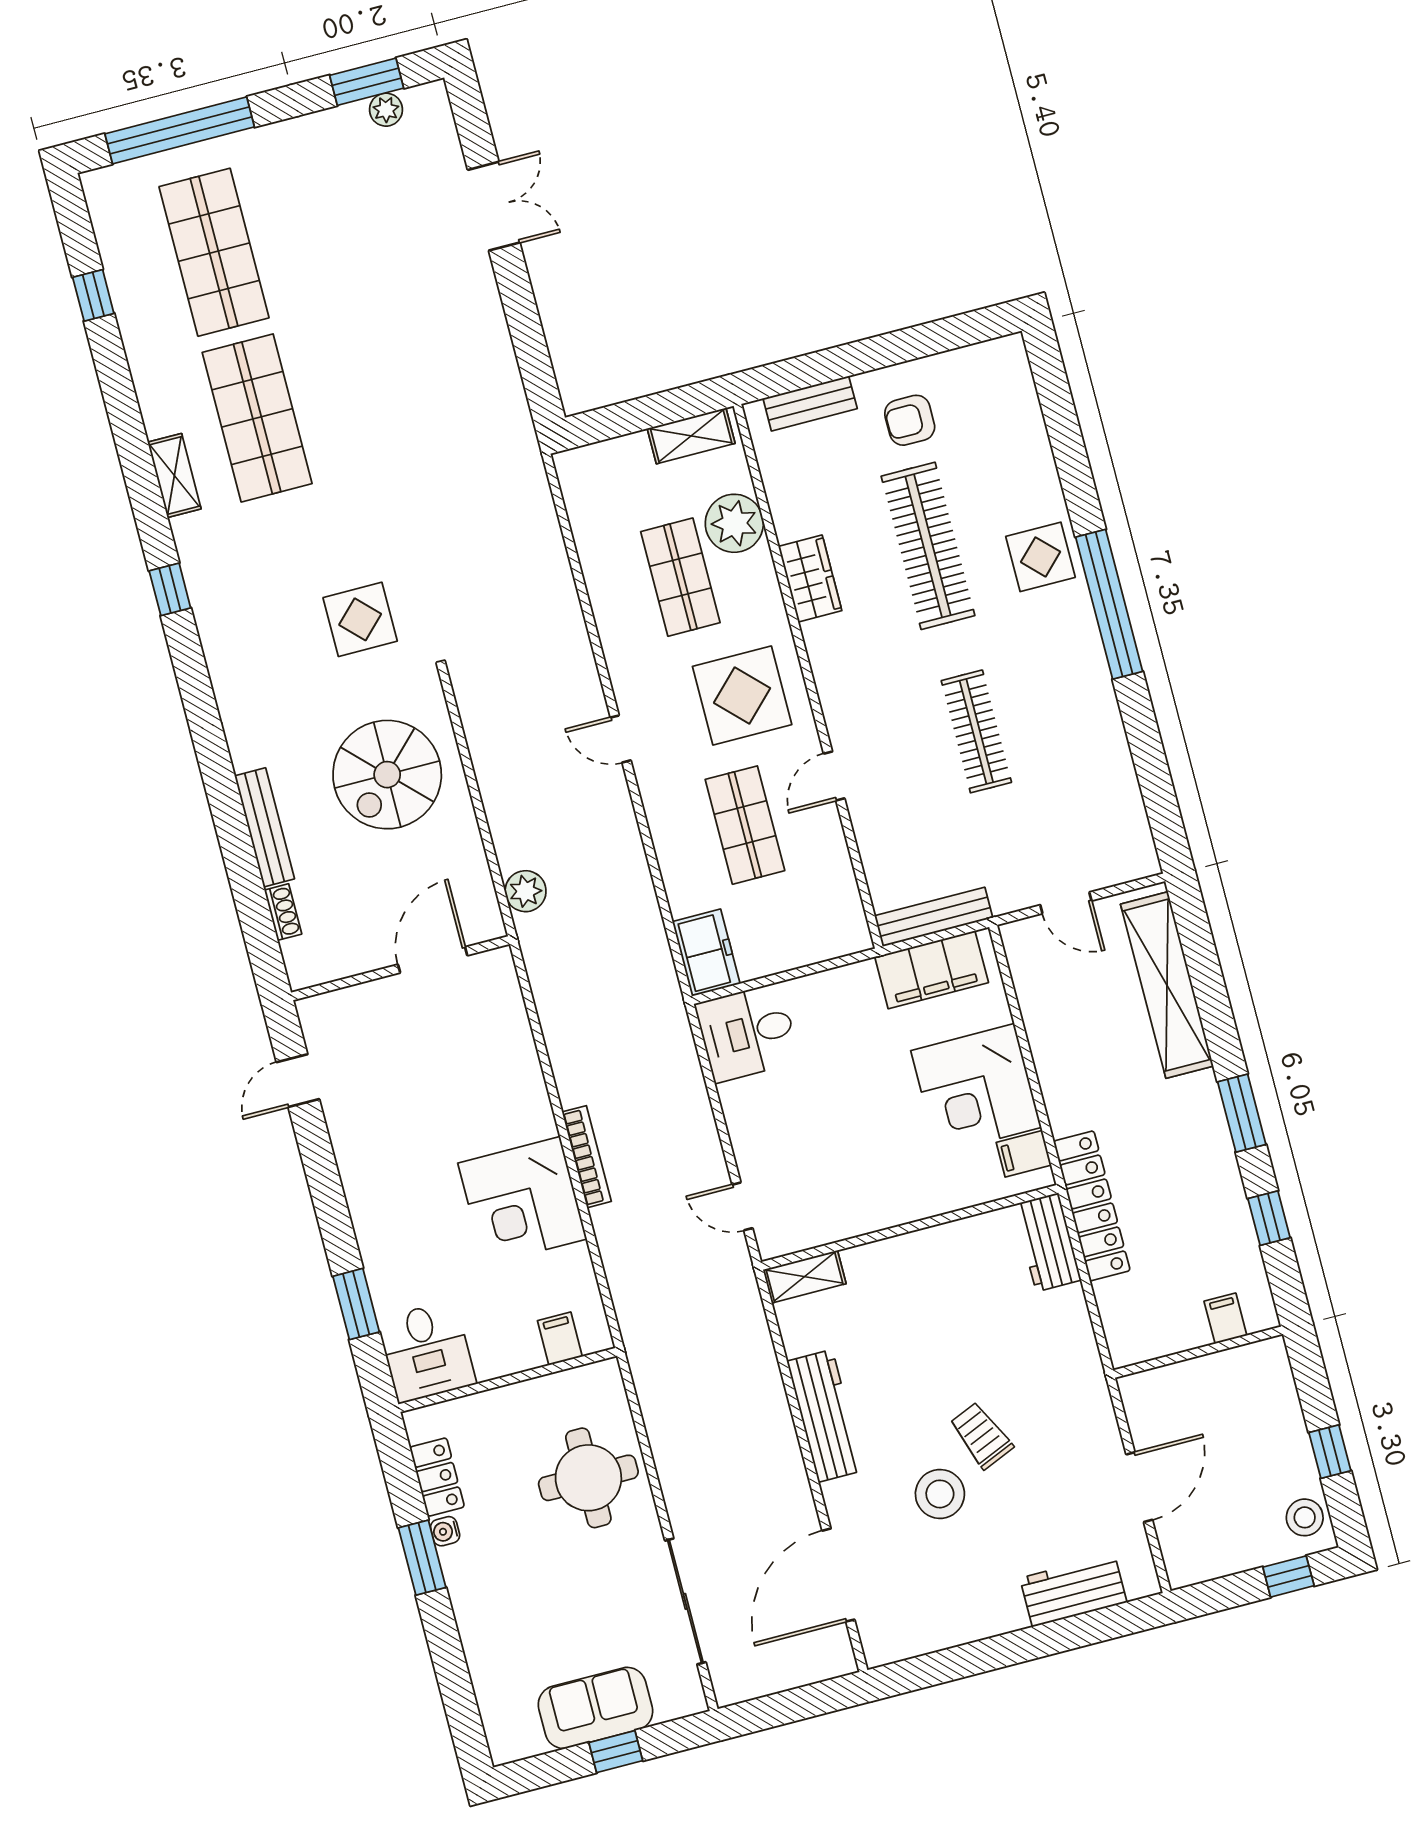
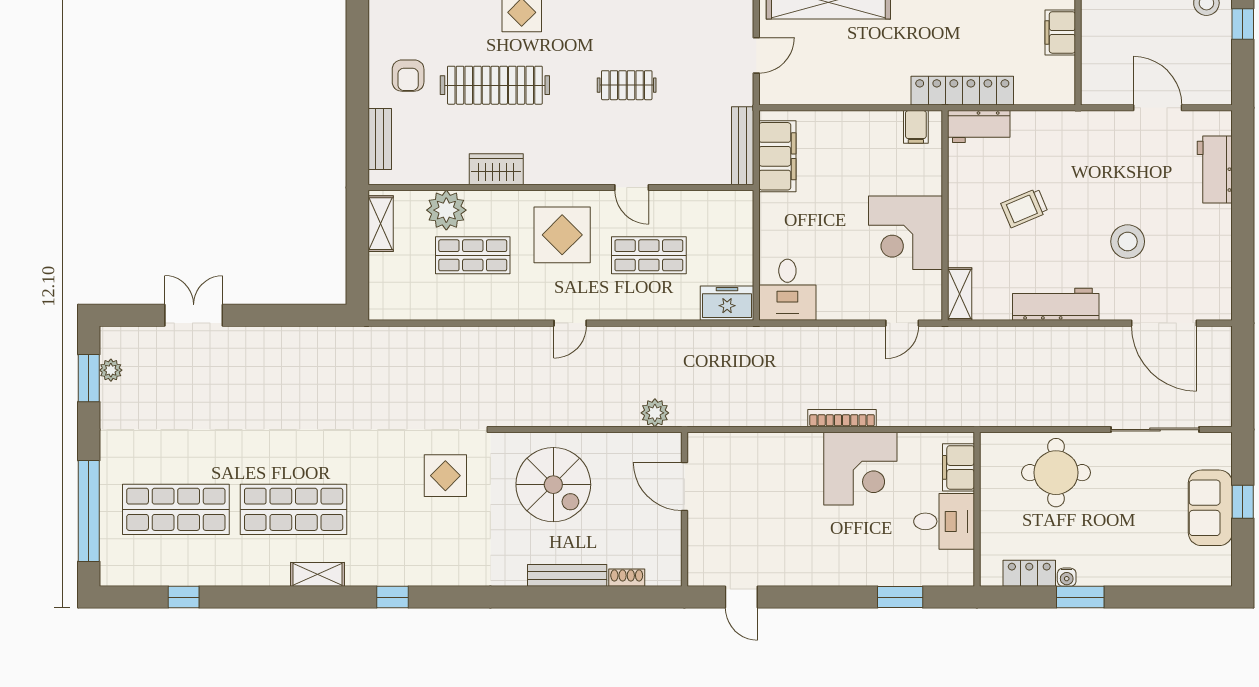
clothes rail: (976, 731) -> (627, 85), width x0.73
corner desk: (976, 1089) -> (905, 233), moved, turned 90
filing cabinet: (1225, 1318) -> (1060, 32), width x2.00
filing cabinet: (560, 1339) -> (958, 467), width x2.00
desk: (427, 1352) -> (944, 521), moved
trolley: (981, 1435) -> (1025, 208), moved

